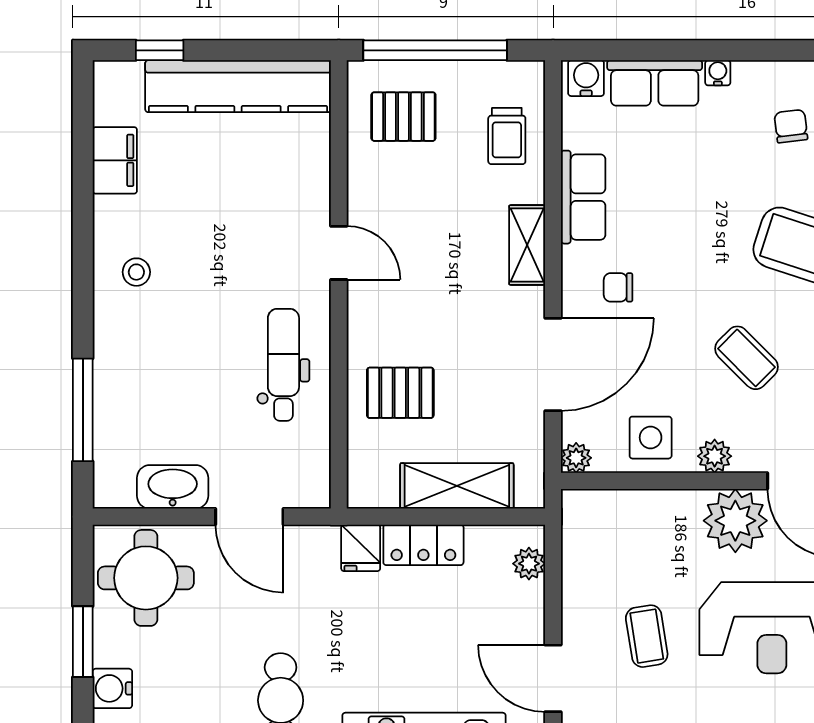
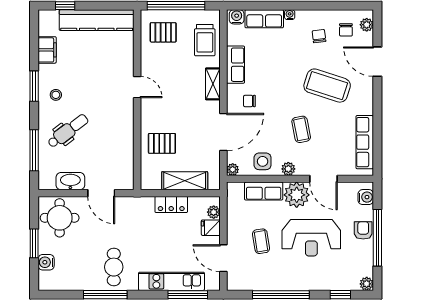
trolley: (507, 136) -> (205, 40), width x1.36, depth x1.39
window: (83, 250) -> (34, 86), added
coffee table: (746, 358) -> (301, 129), turned 34
dental chair: (283, 365) -> (68, 131), moved, turned 53
row of seats: (653, 511) -> (264, 191), added
fridge: (361, 548) -> (211, 228), moved, turned 90

